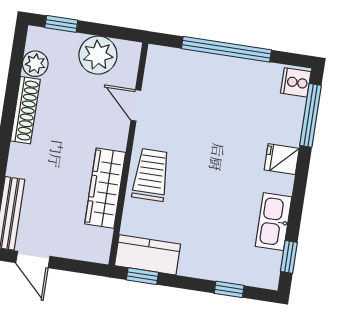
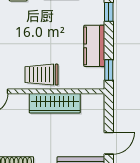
kitchen counter: (148, 255) -> (94, 46), moved

